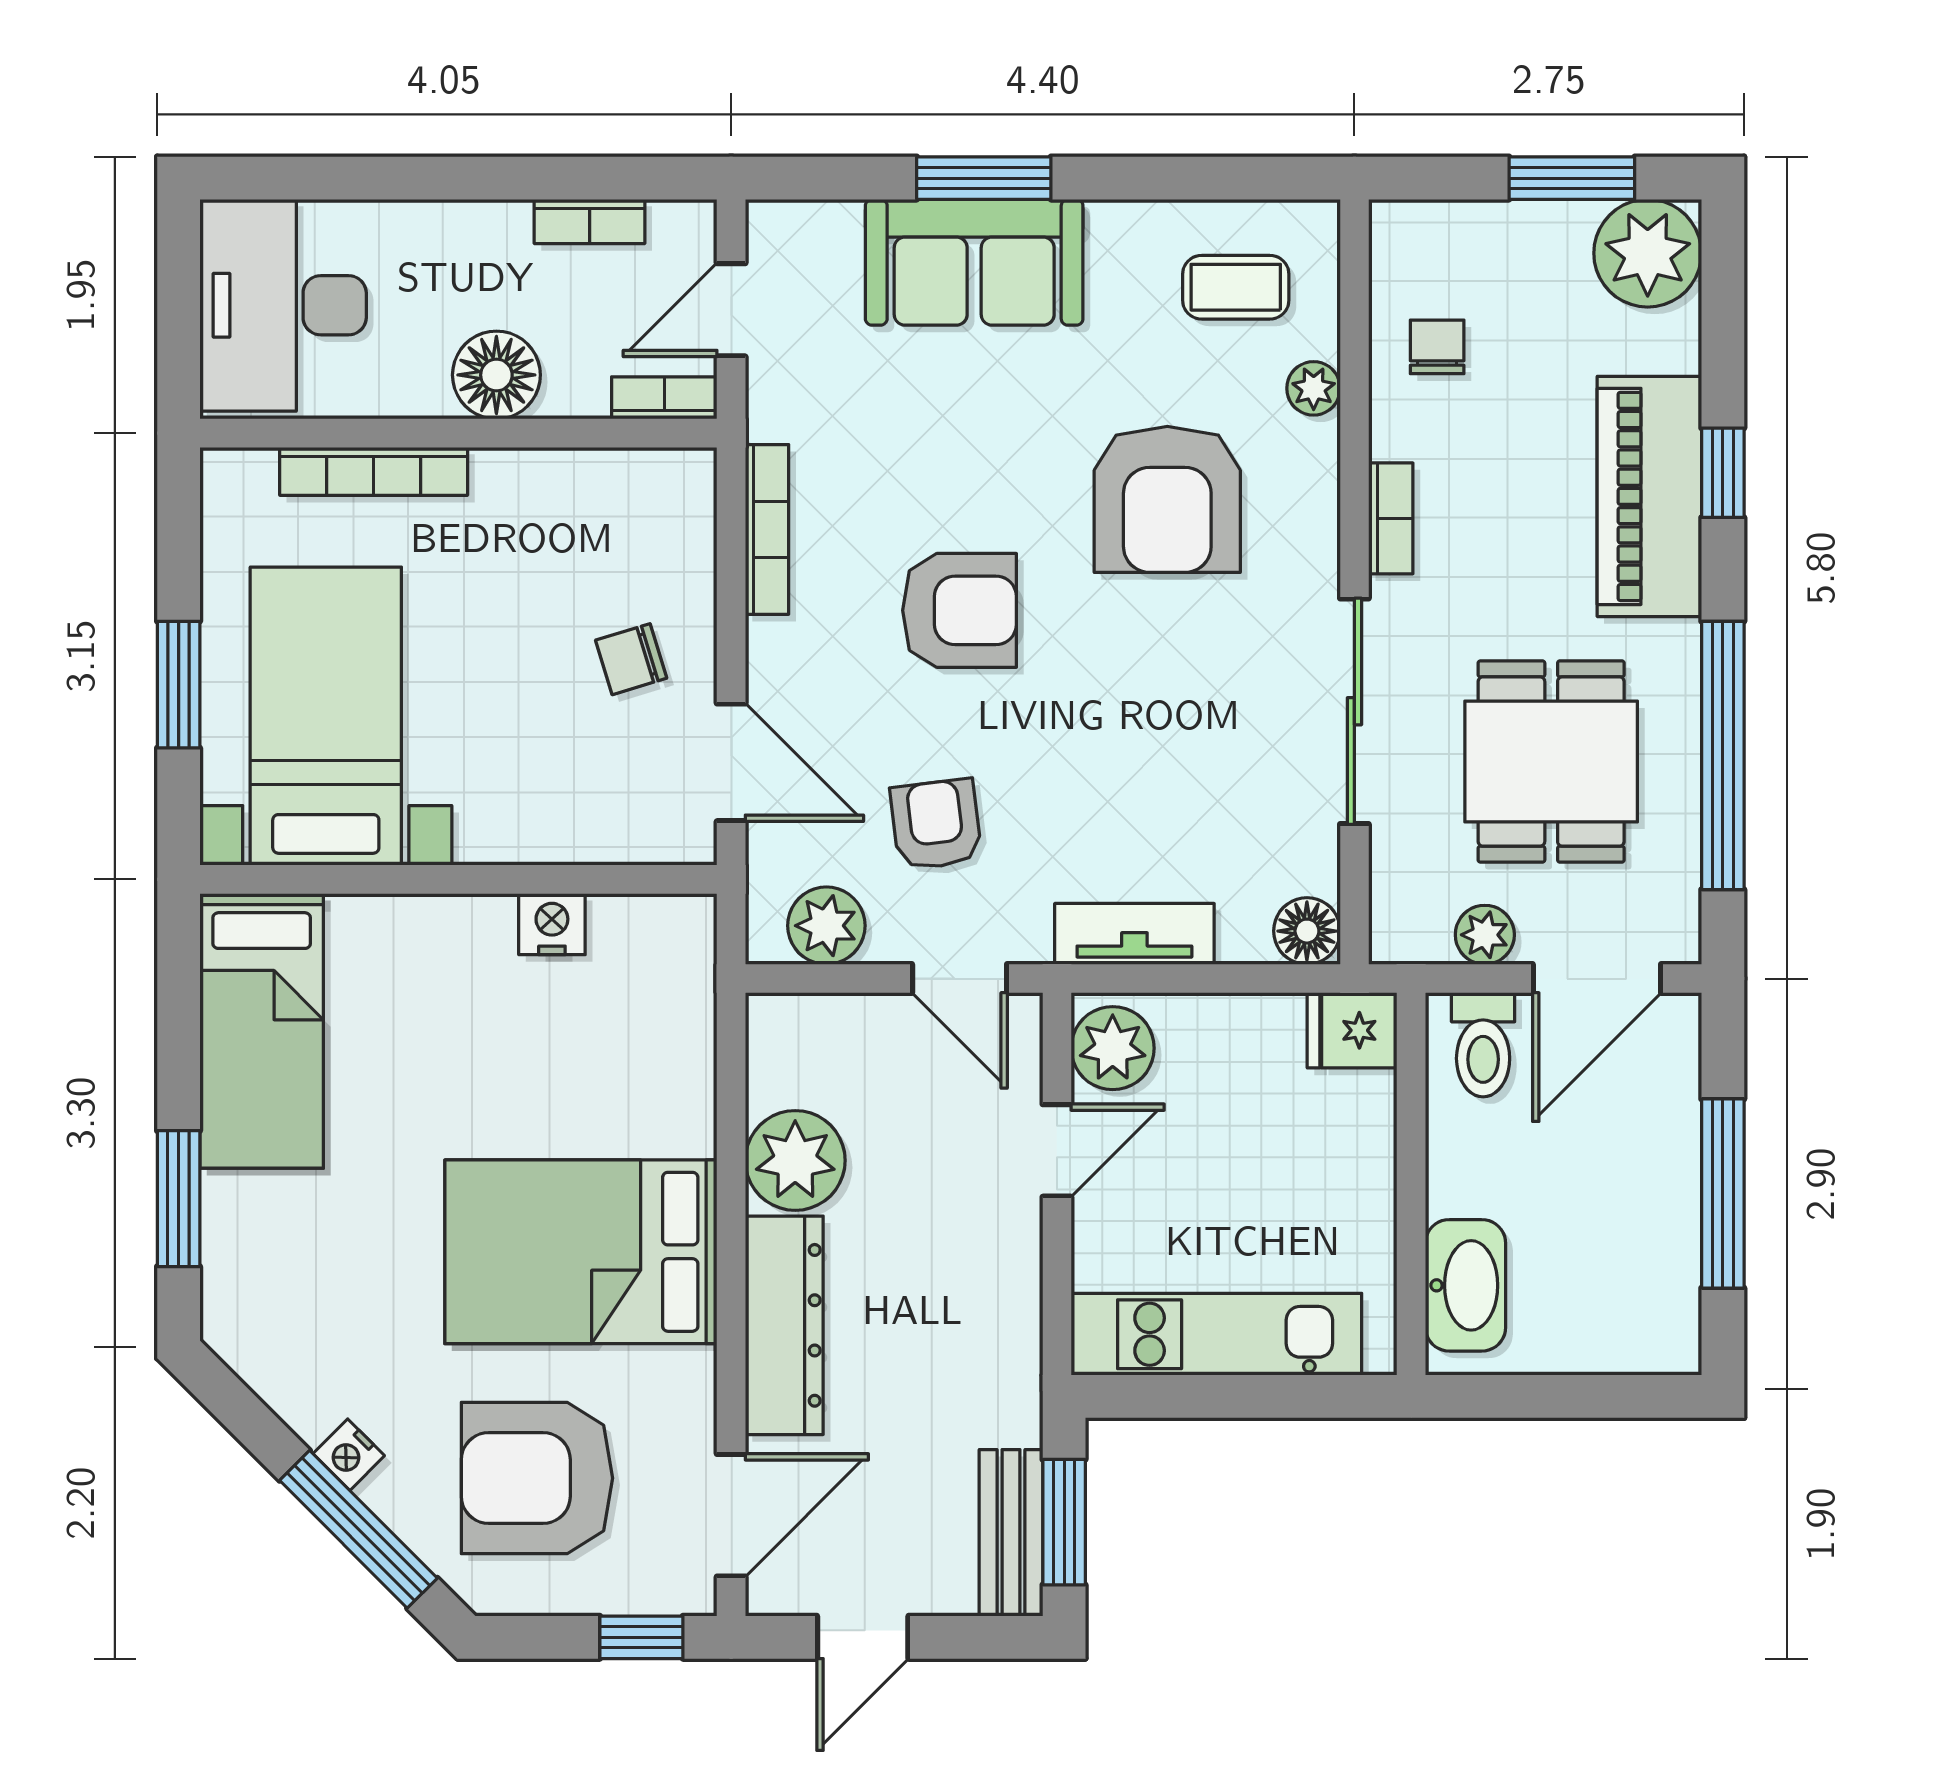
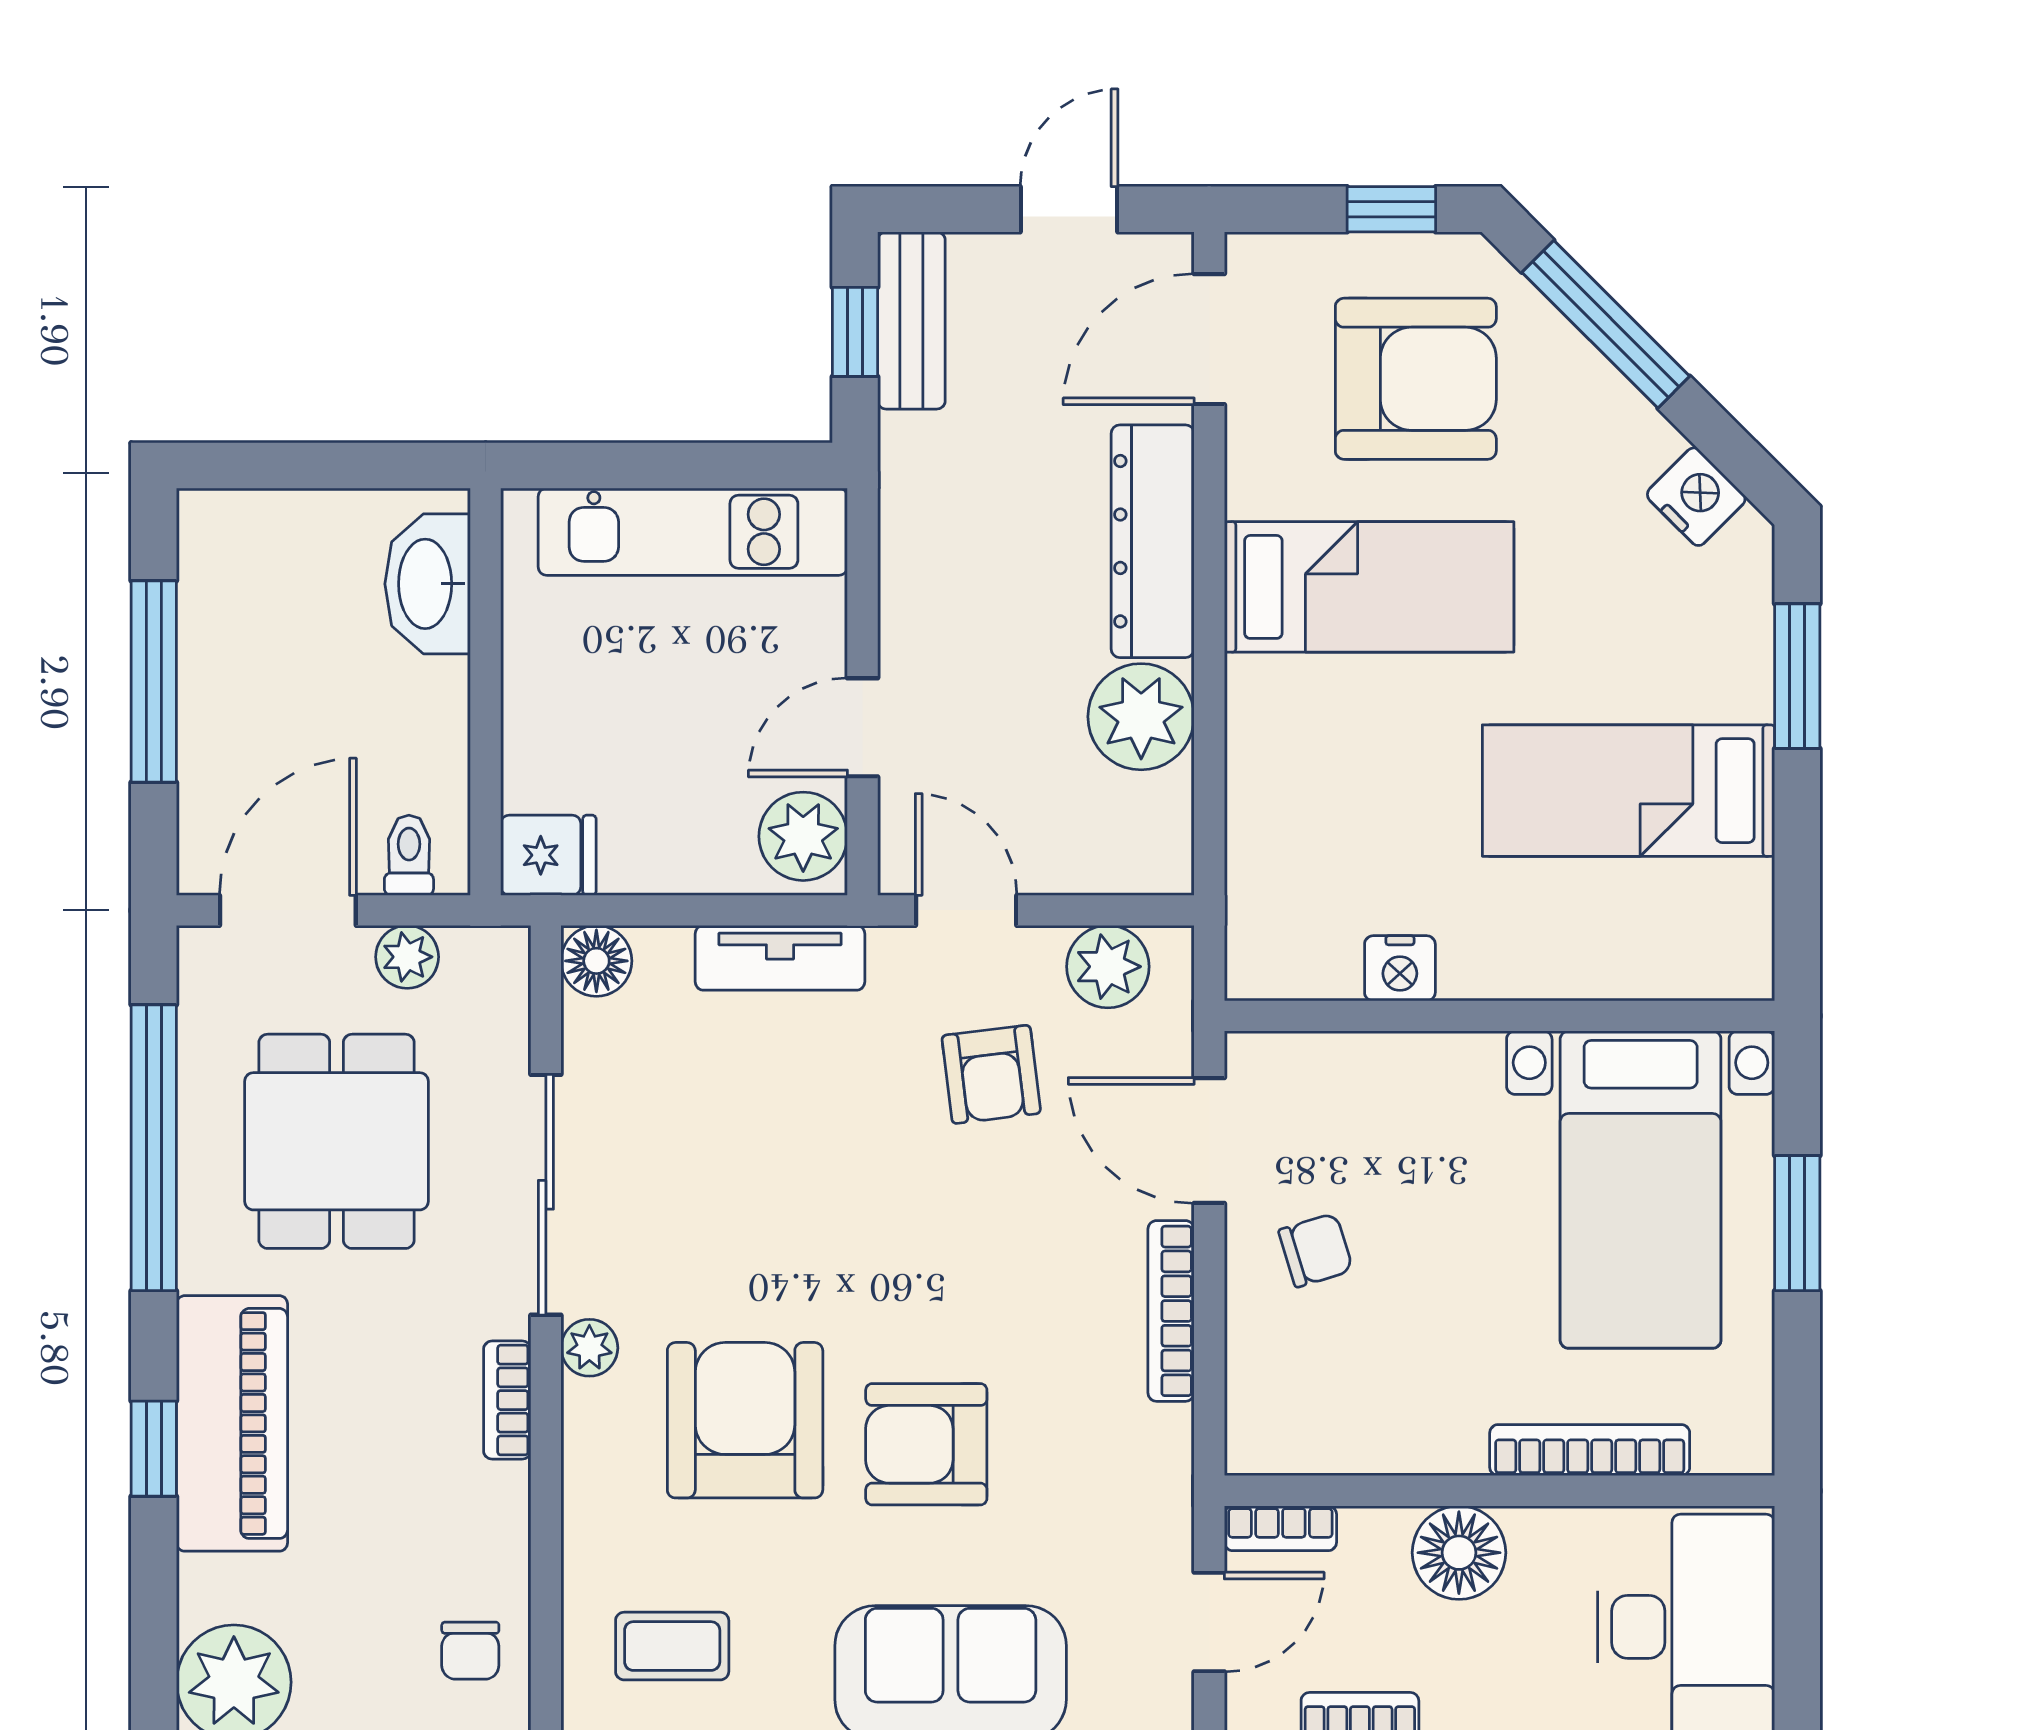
chair: (1437, 347) -> (470, 1651), moved
plant: (1314, 388) -> (589, 1348), moved
bookcase: (767, 529) -> (1171, 1311), moved
armchair: (960, 610) -> (926, 1444), moved
bed: (262, 1031) -> (1628, 791), moved, turned -90
toilet: (1483, 1045) -> (409, 855), width x0.73, depth x0.72
bed: (581, 1252) -> (1369, 587), width x0.67
nightstand: (349, 1455) -> (1696, 497), moved, width x1.39, depth x1.35
window: (1064, 1522) -> (855, 332), width x0.67
window: (641, 1637) -> (1391, 209), moved

